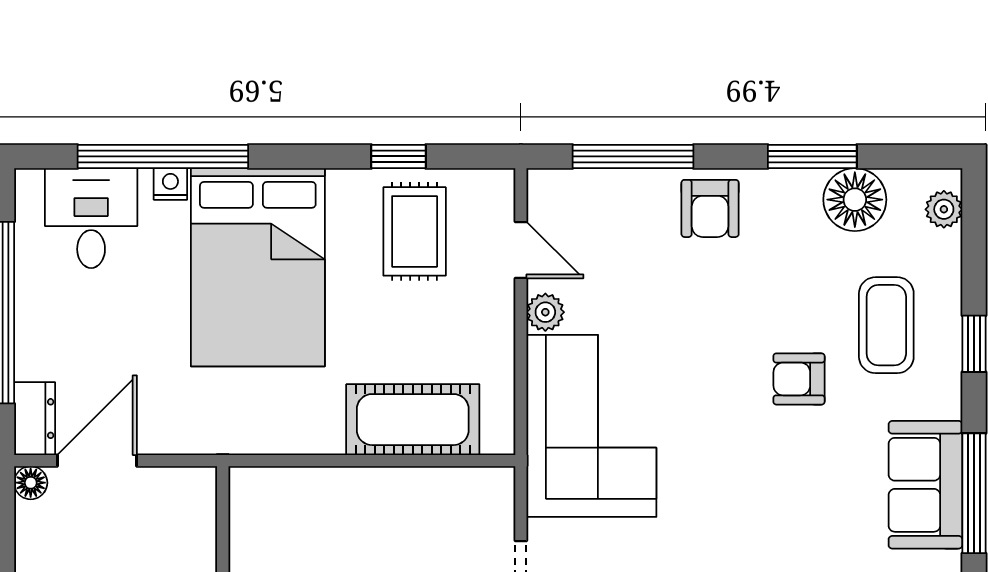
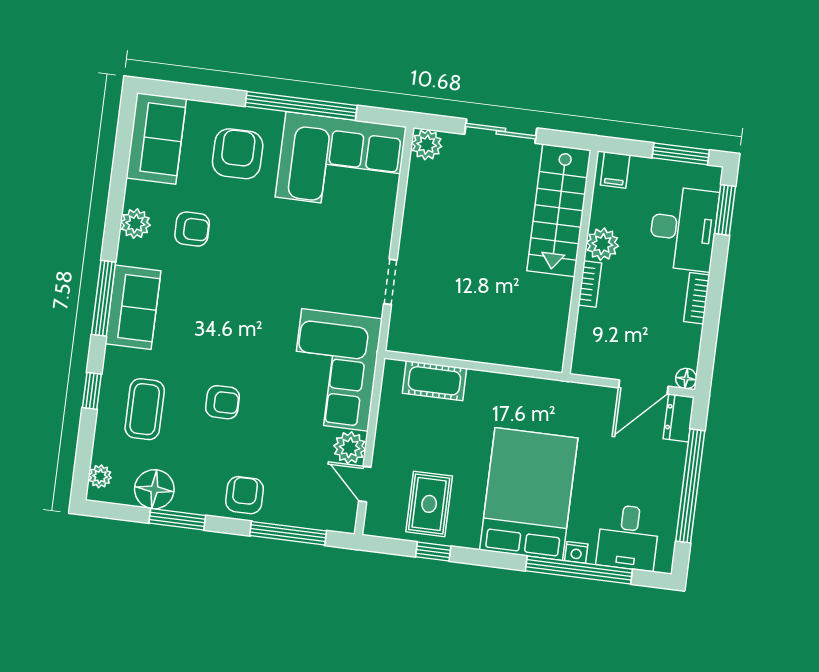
plant: (545, 312) -> (350, 448), width x1.38, depth x1.38
armchair: (799, 379) -> (223, 402), moved
cot: (413, 420) -> (434, 381), width x0.73, depth x0.75

